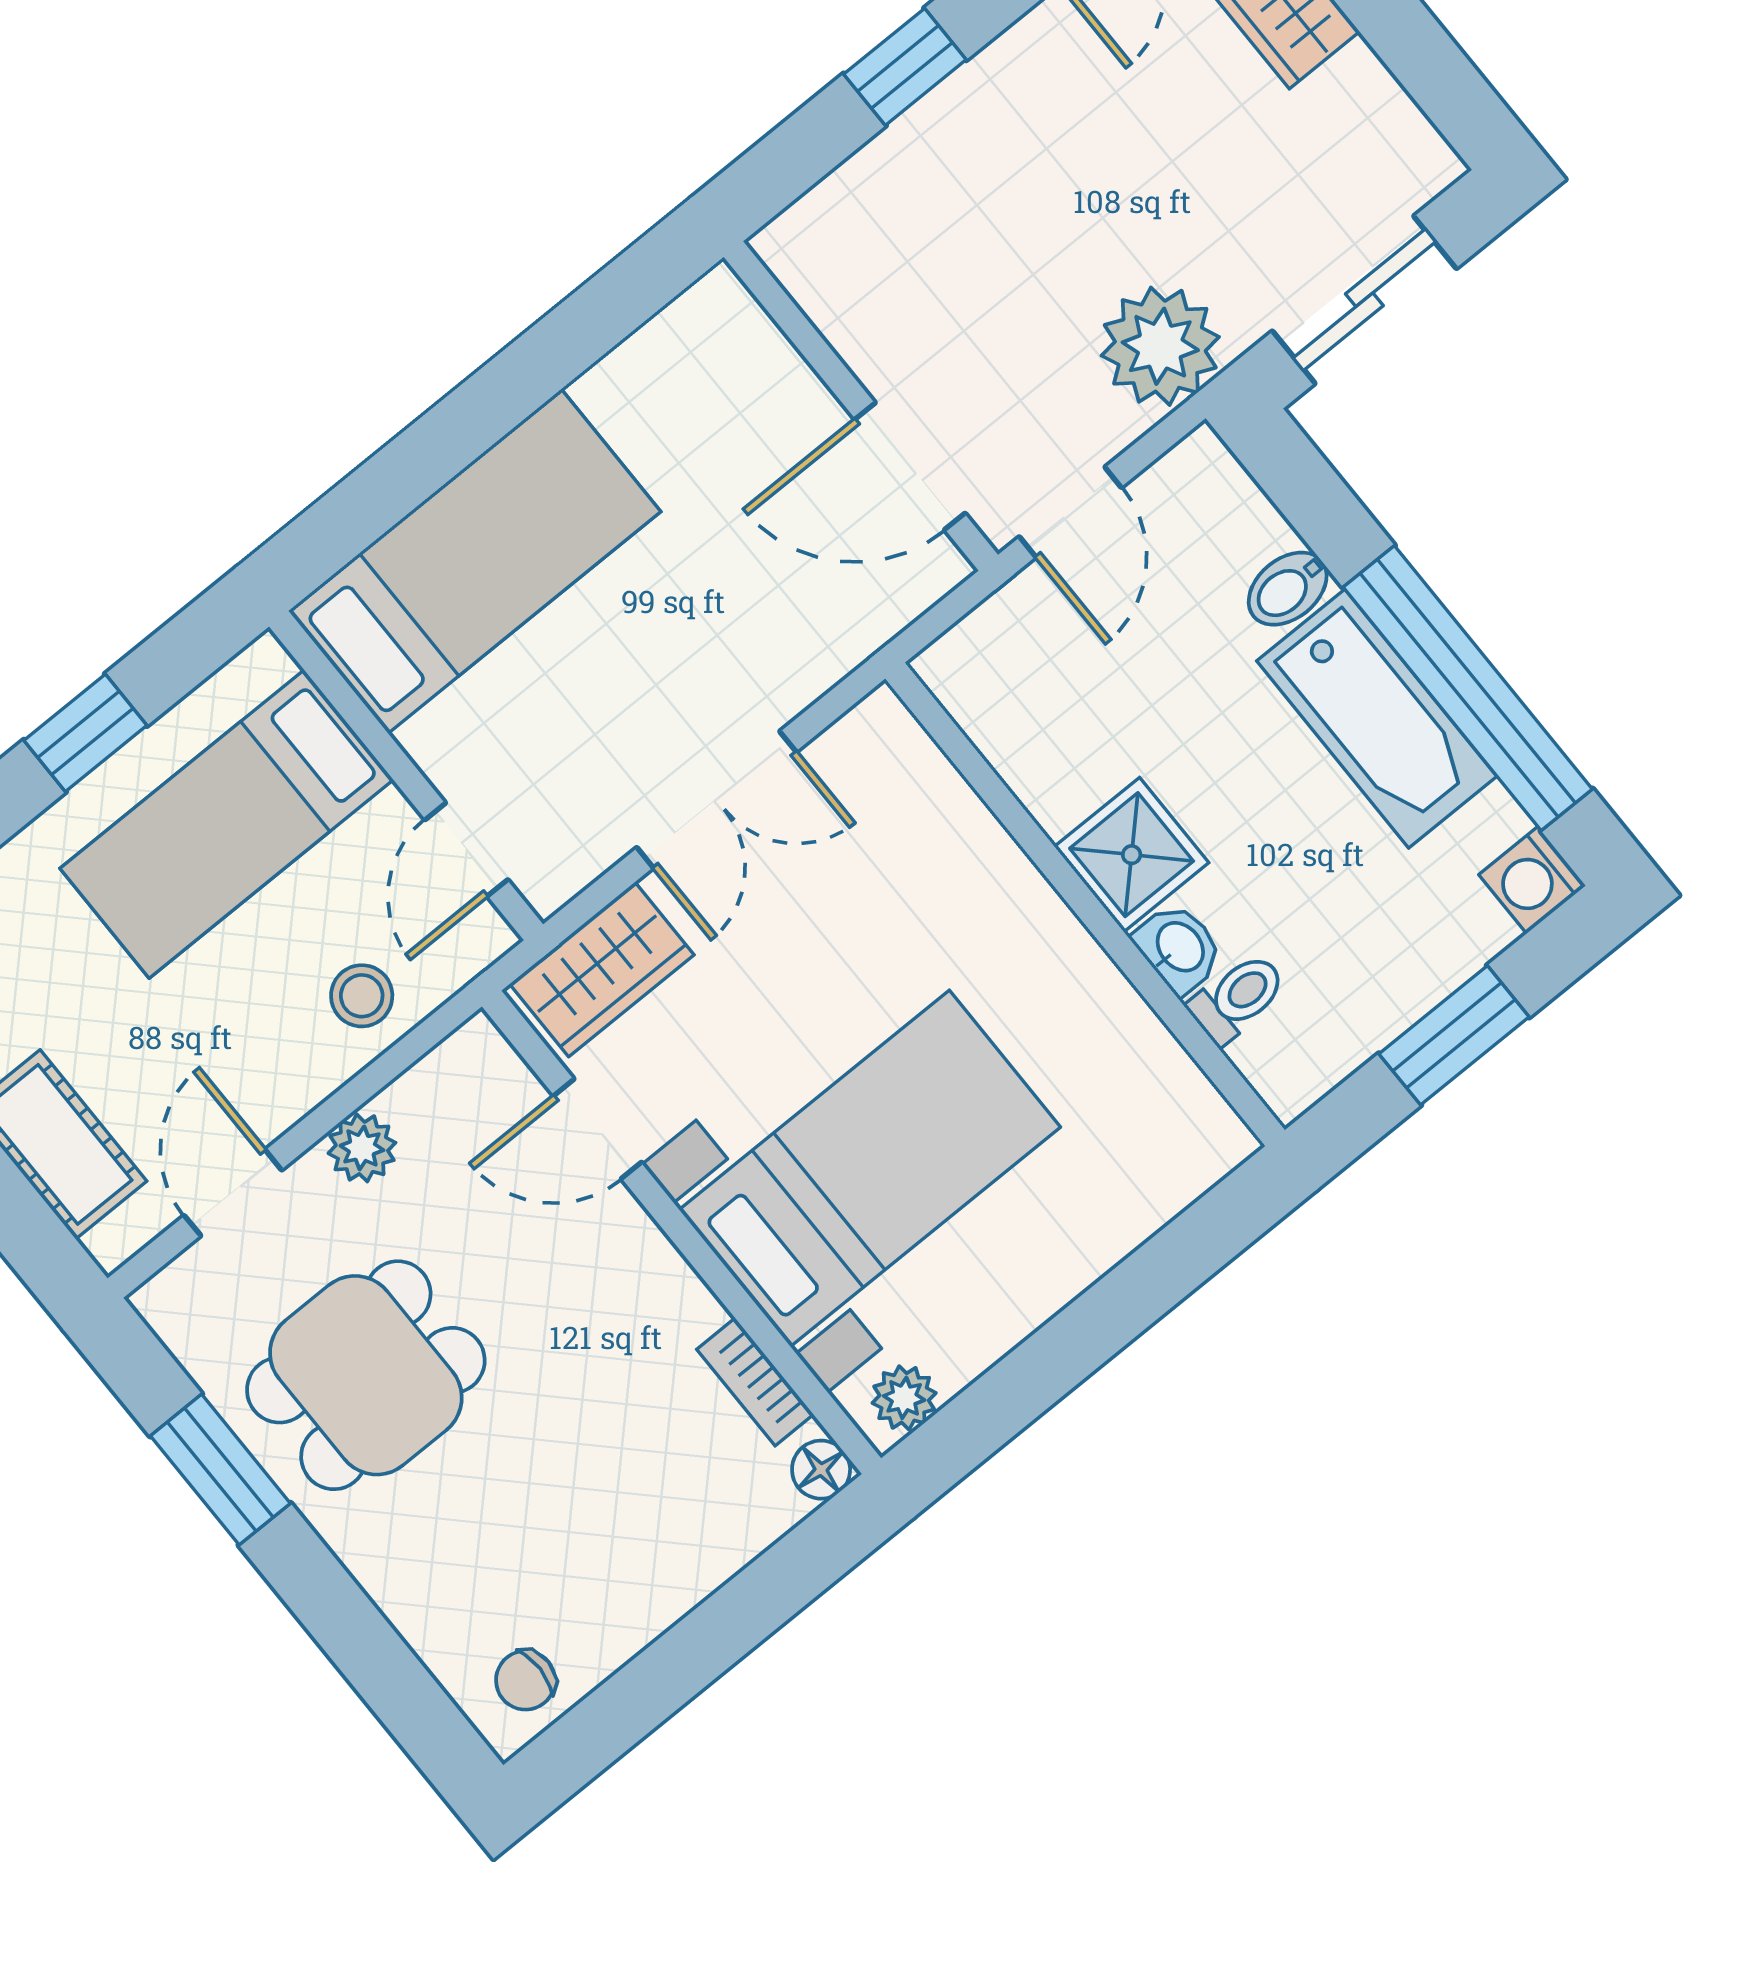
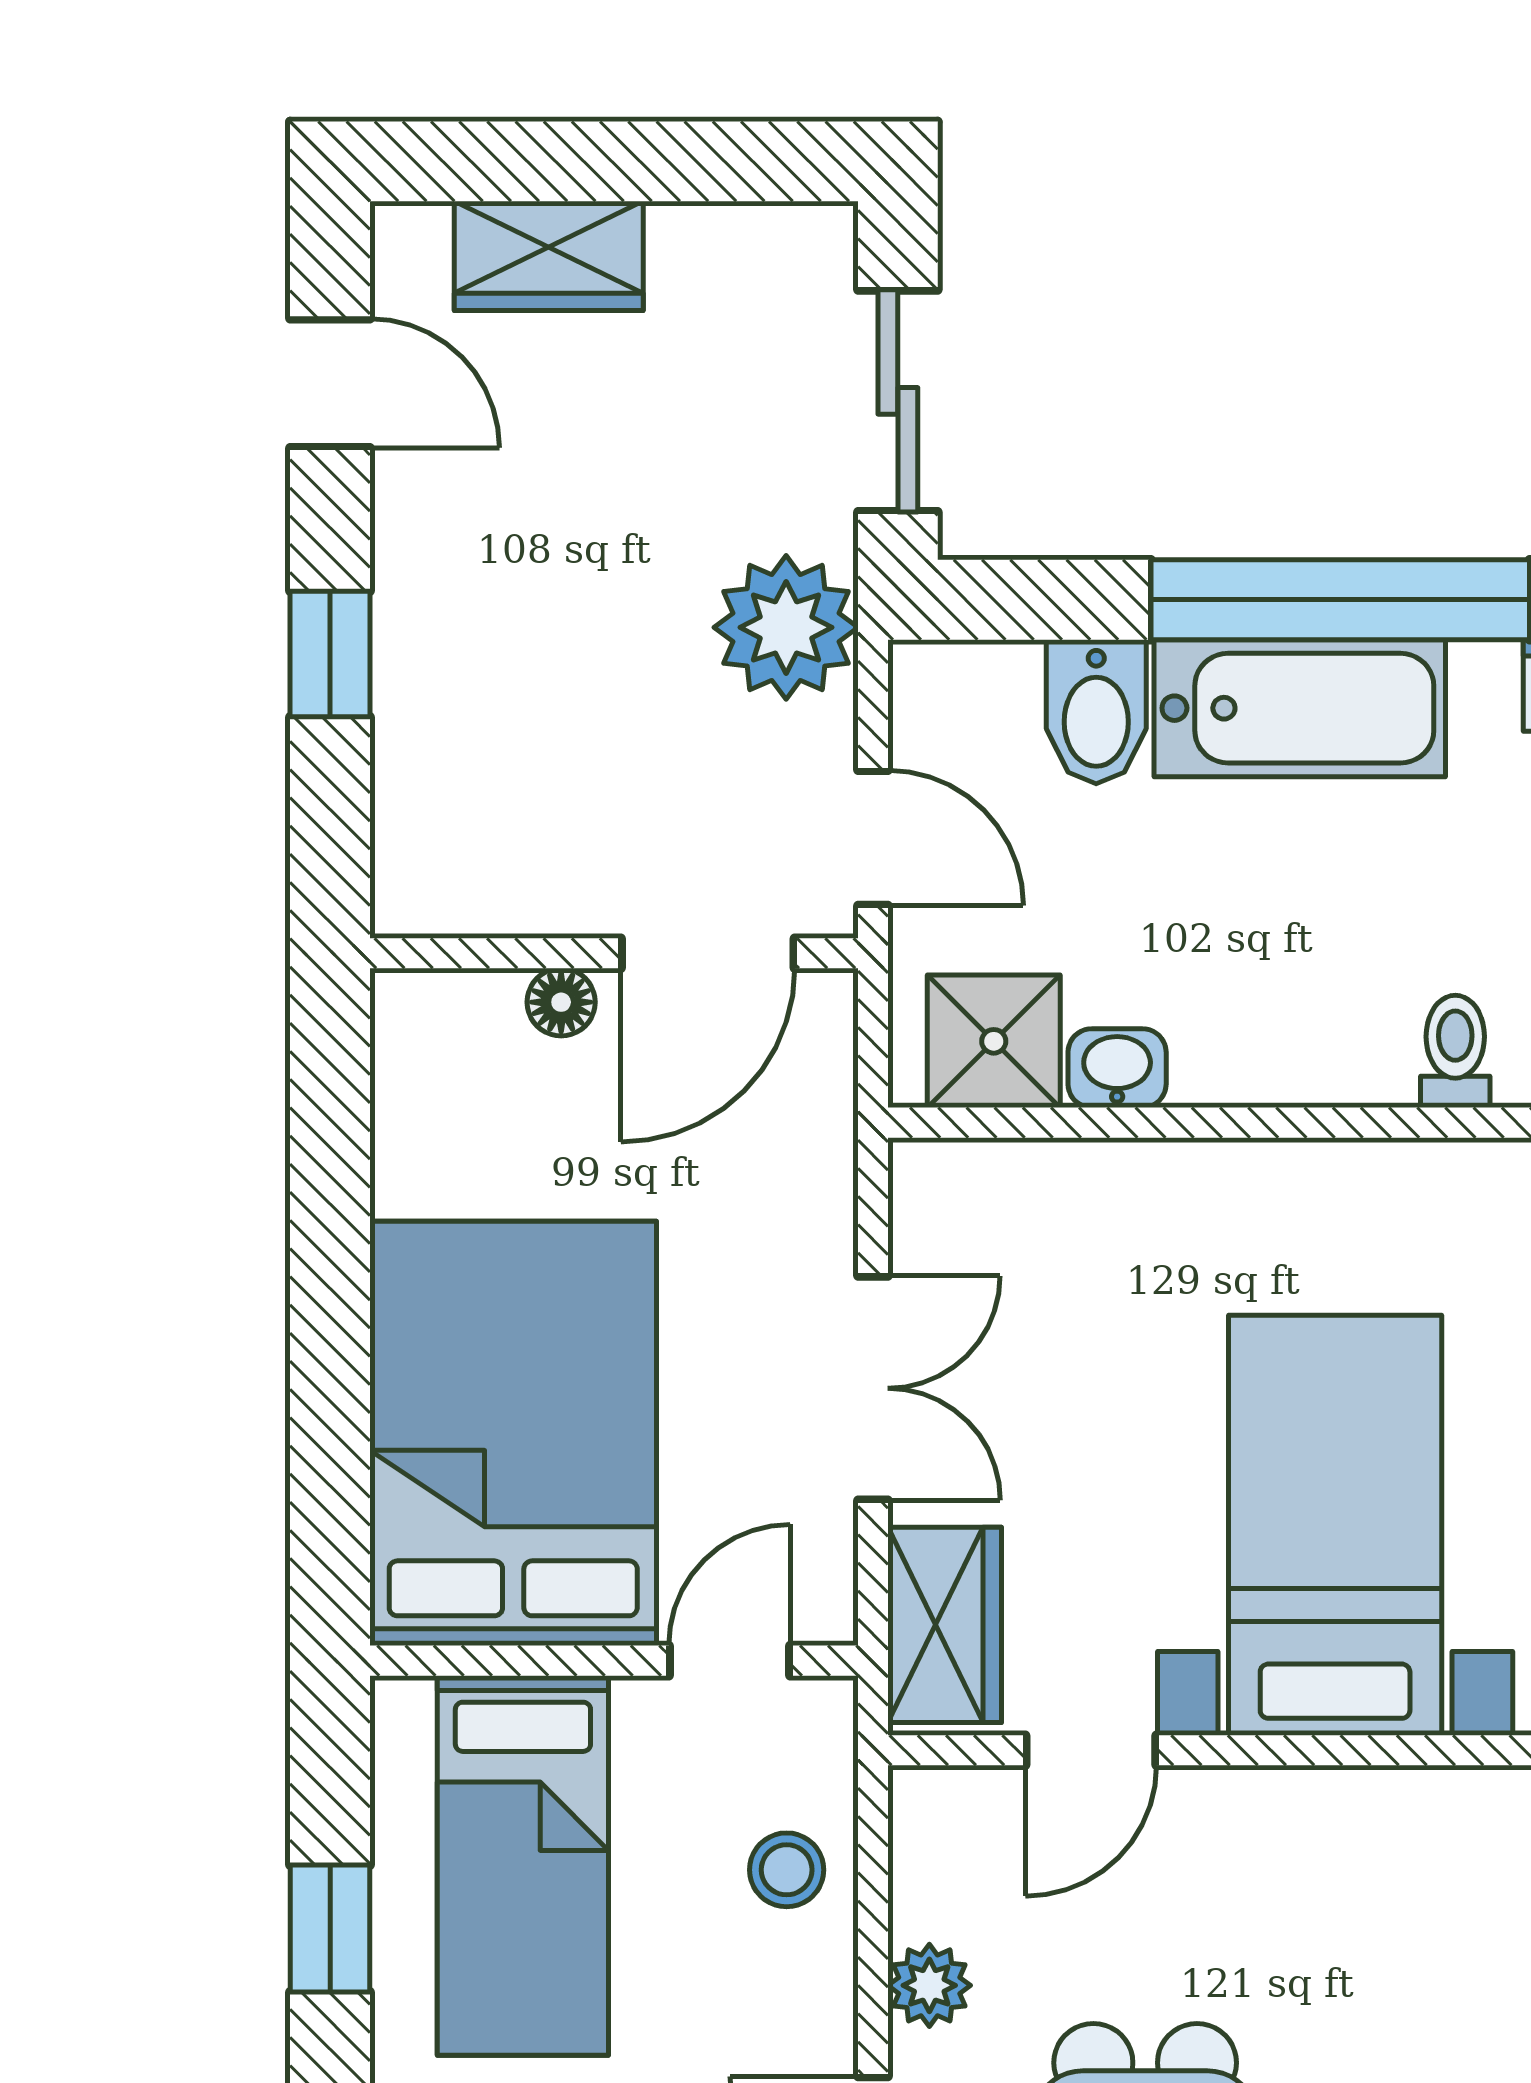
floor lamp: (802, 397) -> (561, 1002), added
bed: (475, 561) -> (513, 1433), width x1.50
bidet: (1288, 589) -> (1096, 712), width x1.38, depth x1.36
door: (466, 850) -> (729, 1661), swing flipped
shower: (1132, 855) -> (994, 1041), moved
washbasin: (1179, 948) -> (1117, 1068), moved
bookcase: (755, 1382) -> (1448, 1795), removed

